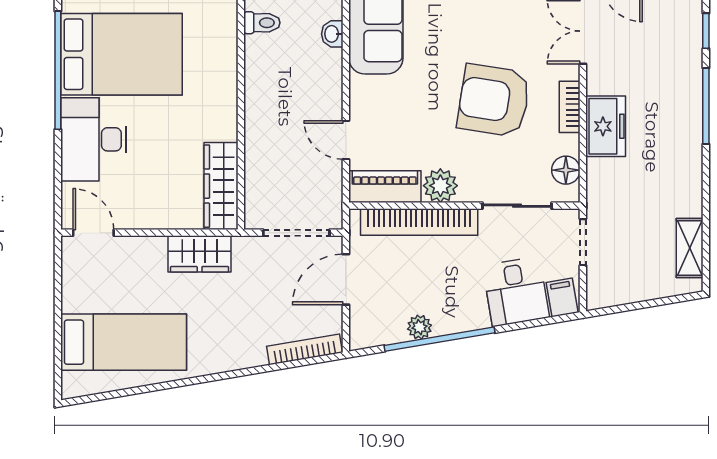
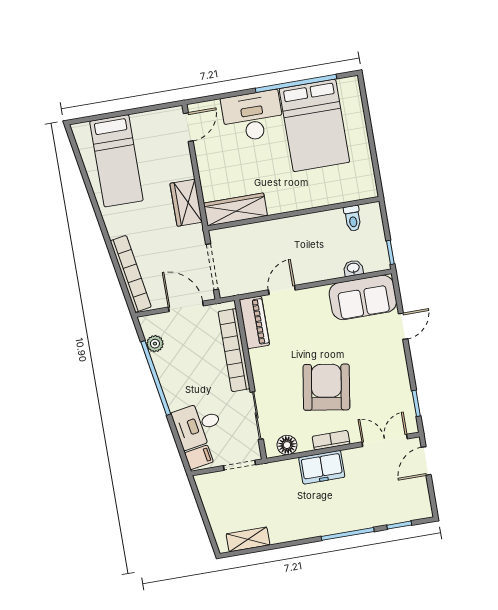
plant: (440, 186) -> (261, 360), removed
plant: (419, 327) -> (155, 344), moved
bookcase: (305, 349) -> (131, 274), width x1.48, depth x1.31

